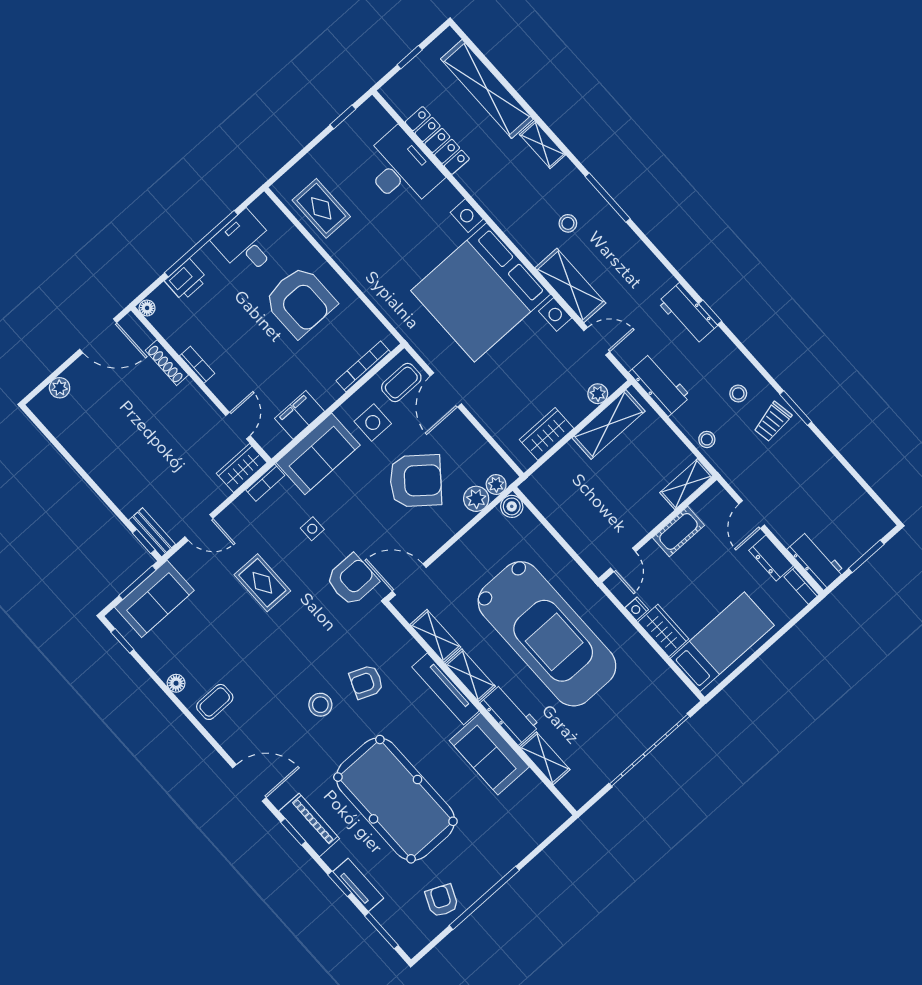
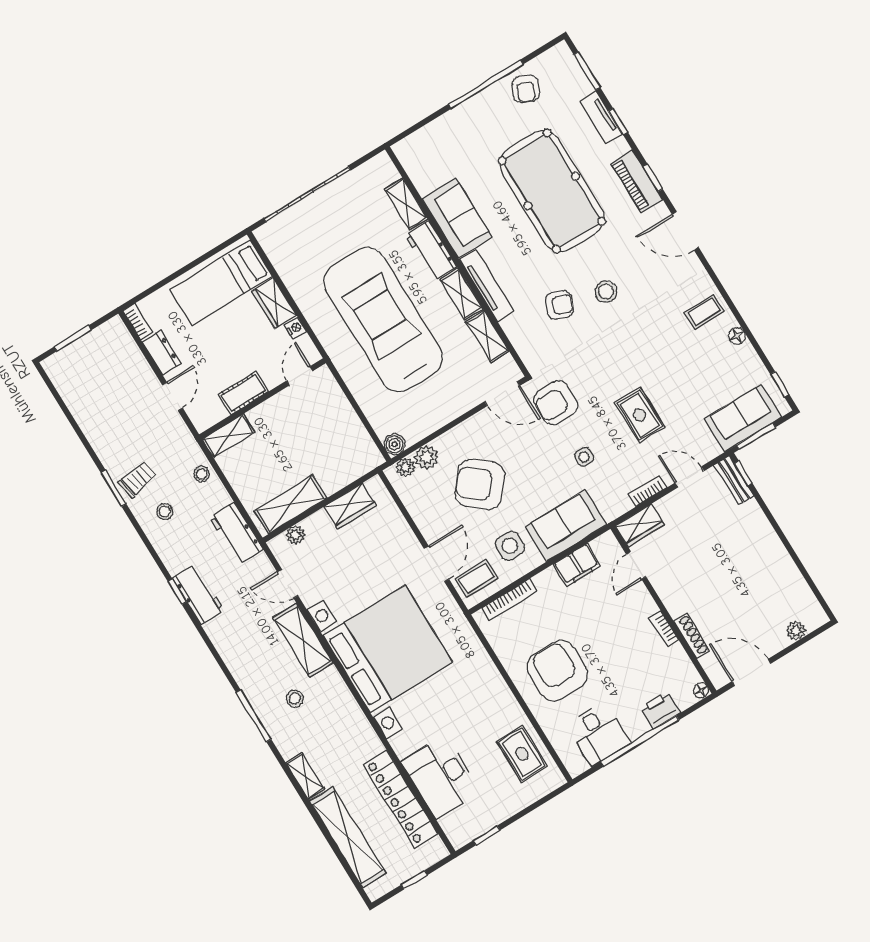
locker: (437, 140) -> (401, 799), width x1.41, depth x1.21
bookcase: (265, 483) -> (647, 491), moved
workbench: (816, 560) -> (120, 343), removed

